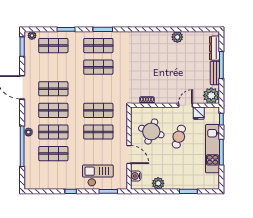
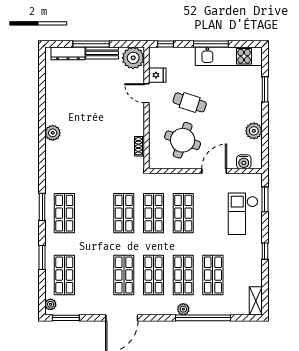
plant: (177, 37) -> (53, 133), moved
shop shelf: (98, 67) -> (124, 213), moved
kitchen unit: (212, 149) -> (229, 56), moved
shelving: (34, 185) -> (256, 301), added

